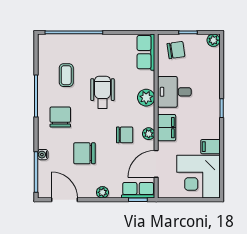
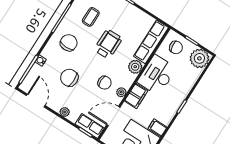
plant: (213, 40) -> (199, 58), width x1.87, depth x1.87
row of seats: (146, 52) -> (151, 42), width x1.48
desk: (174, 92) -> (157, 75), width x1.37

